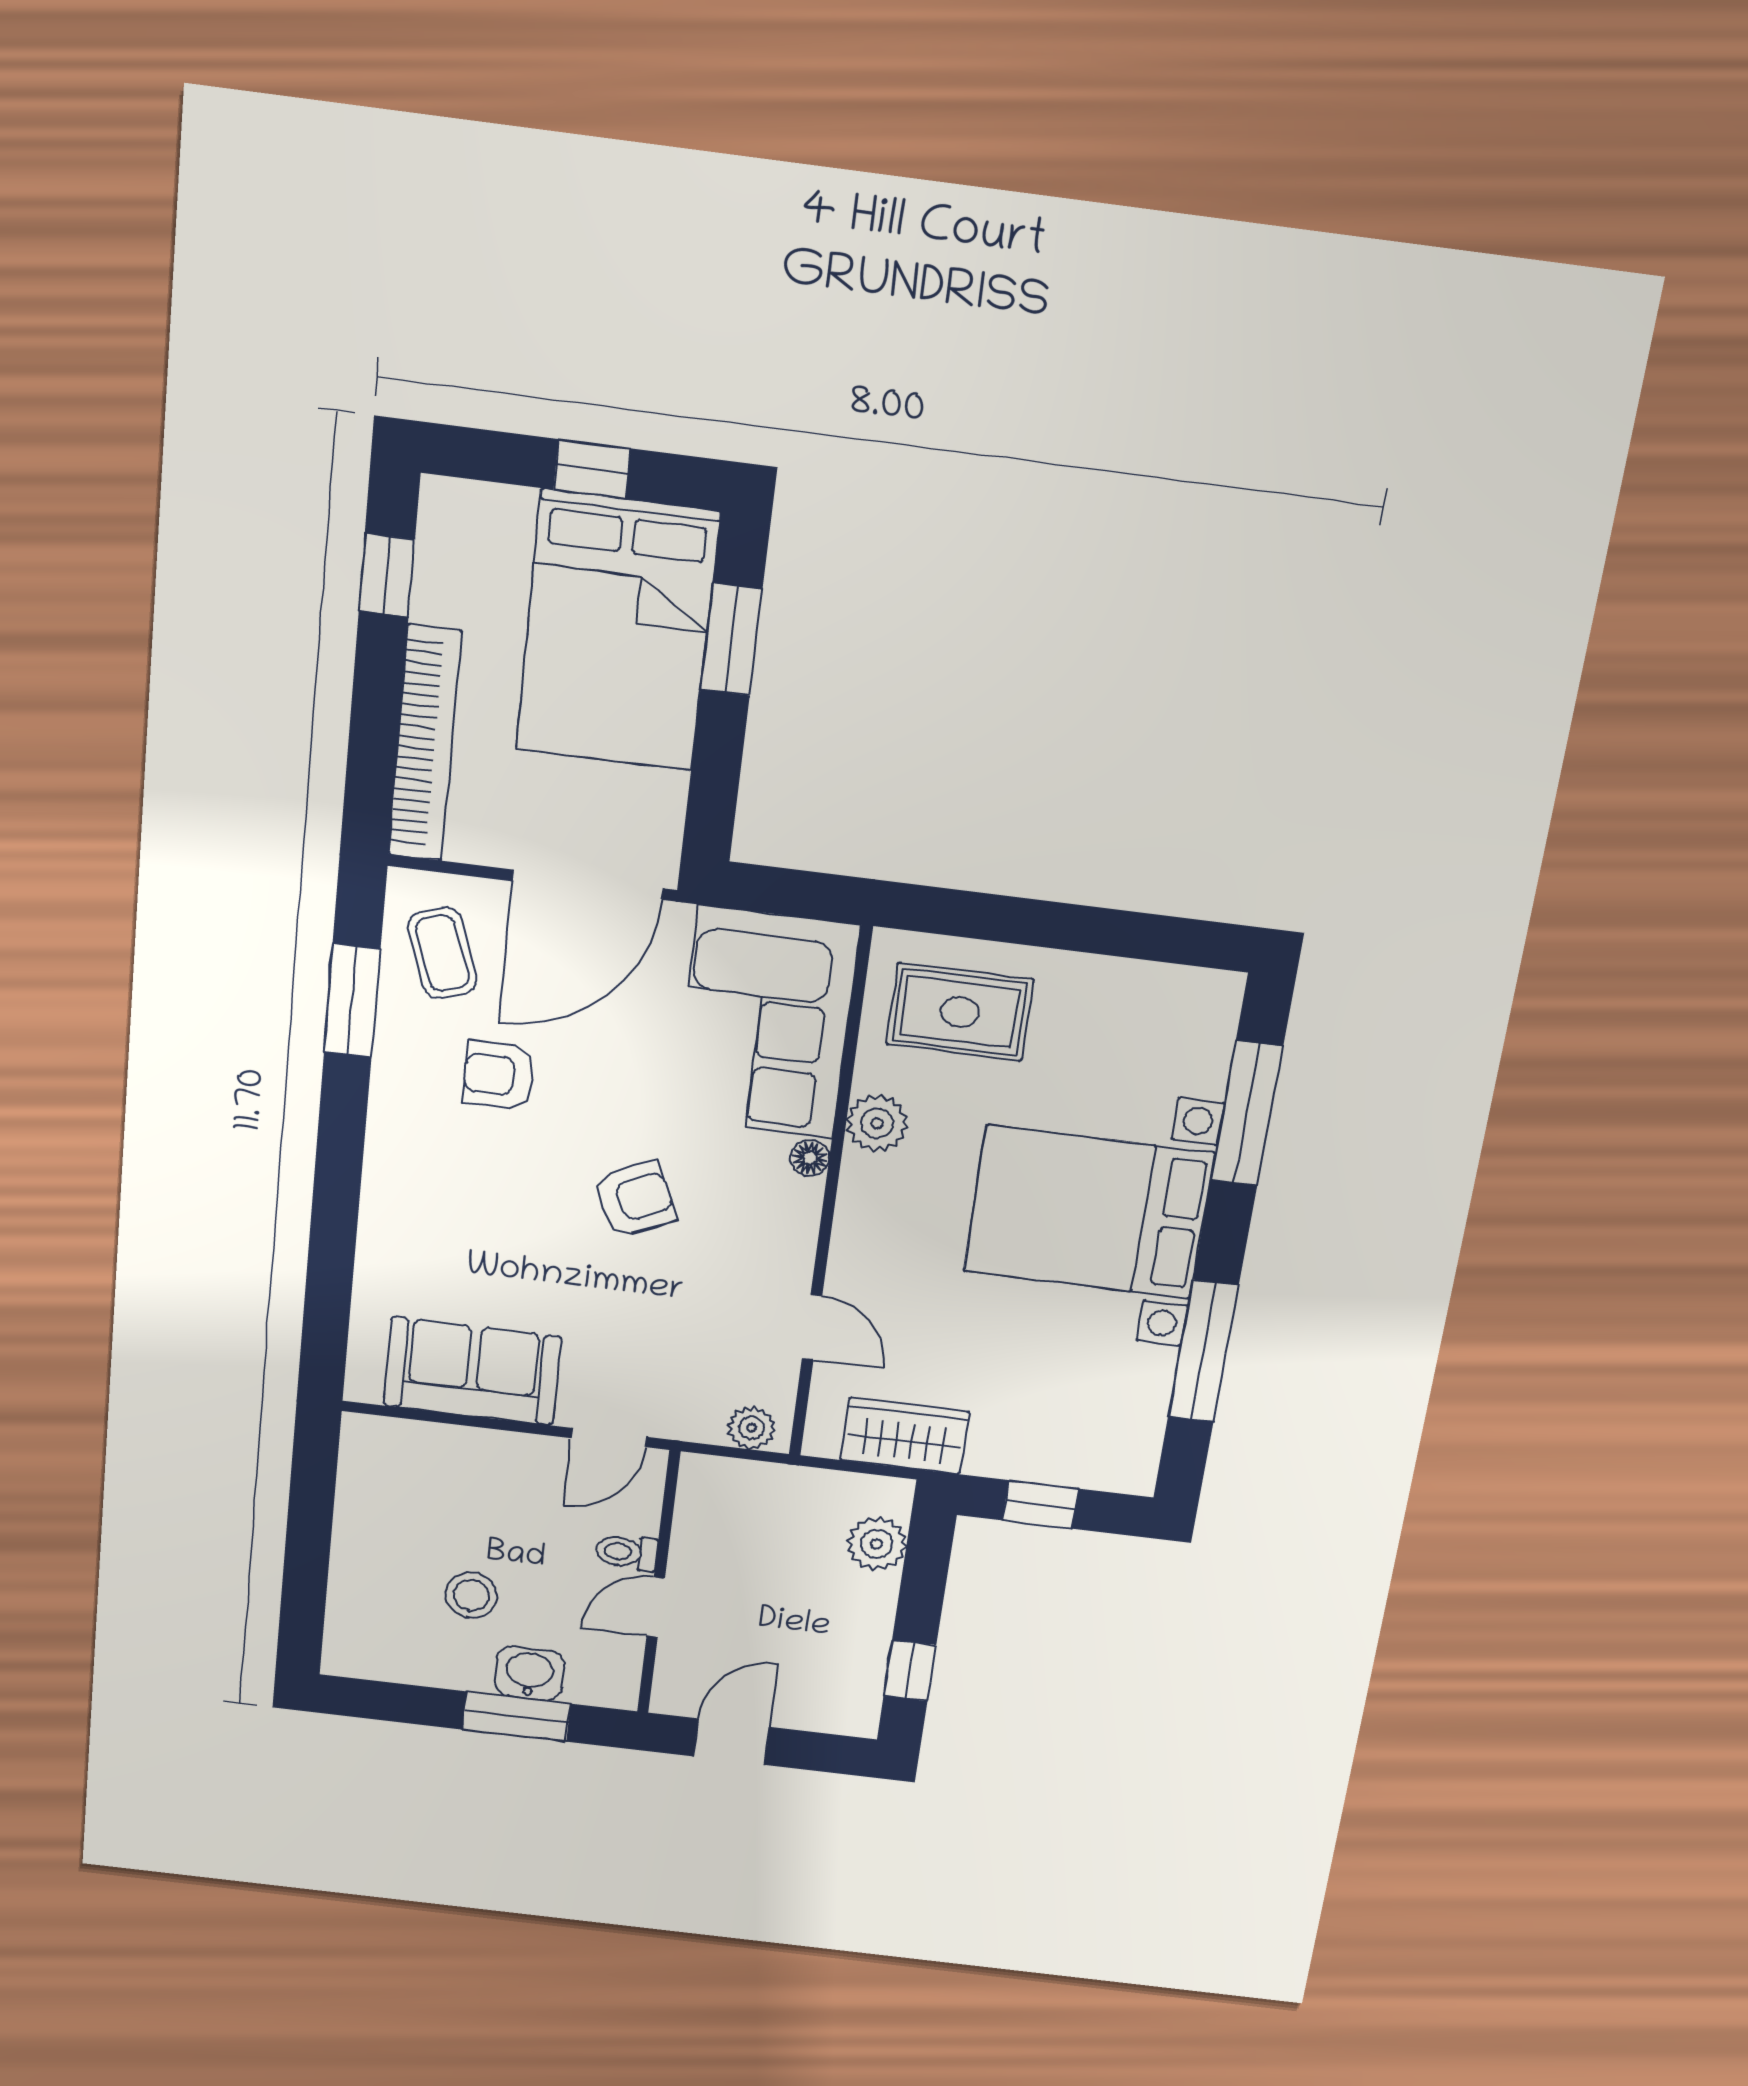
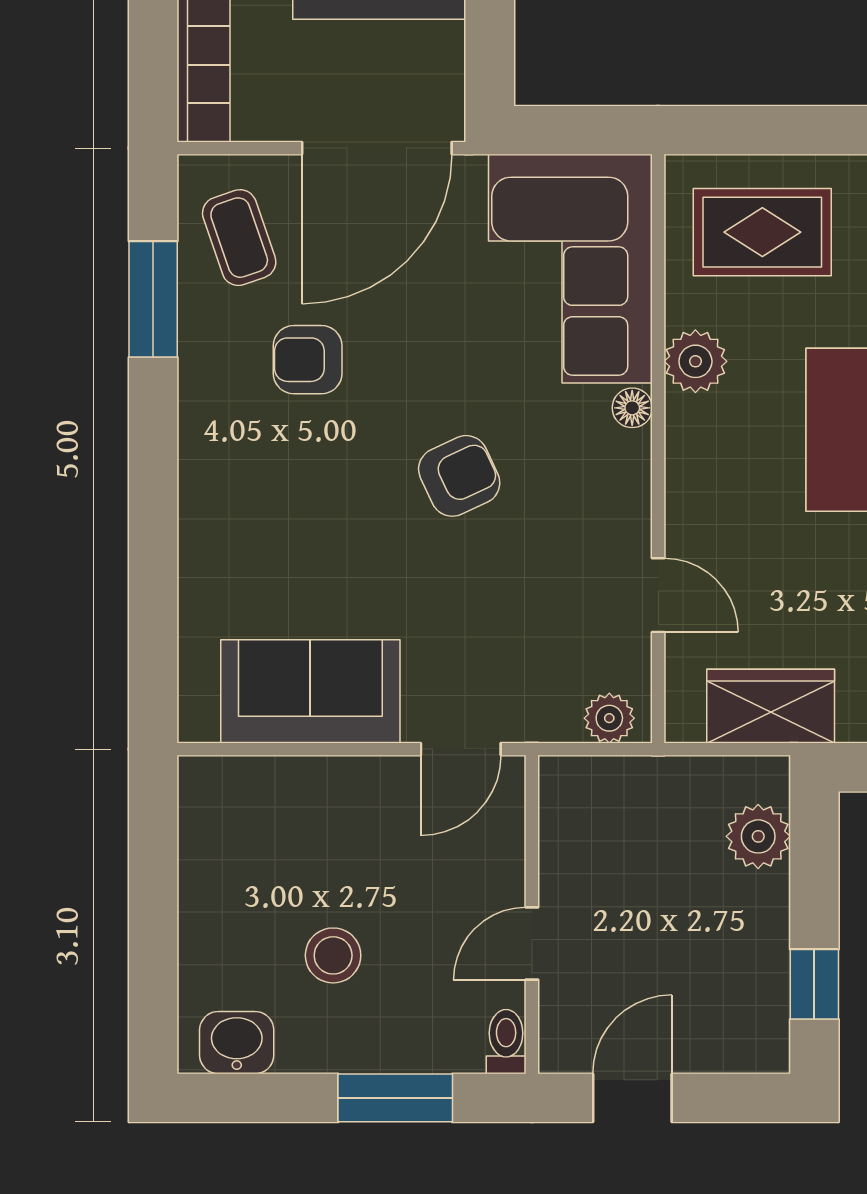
toilet: (627, 1552) -> (506, 1042), moved, turned 90
washbasin: (529, 1673) -> (237, 1043), moved

